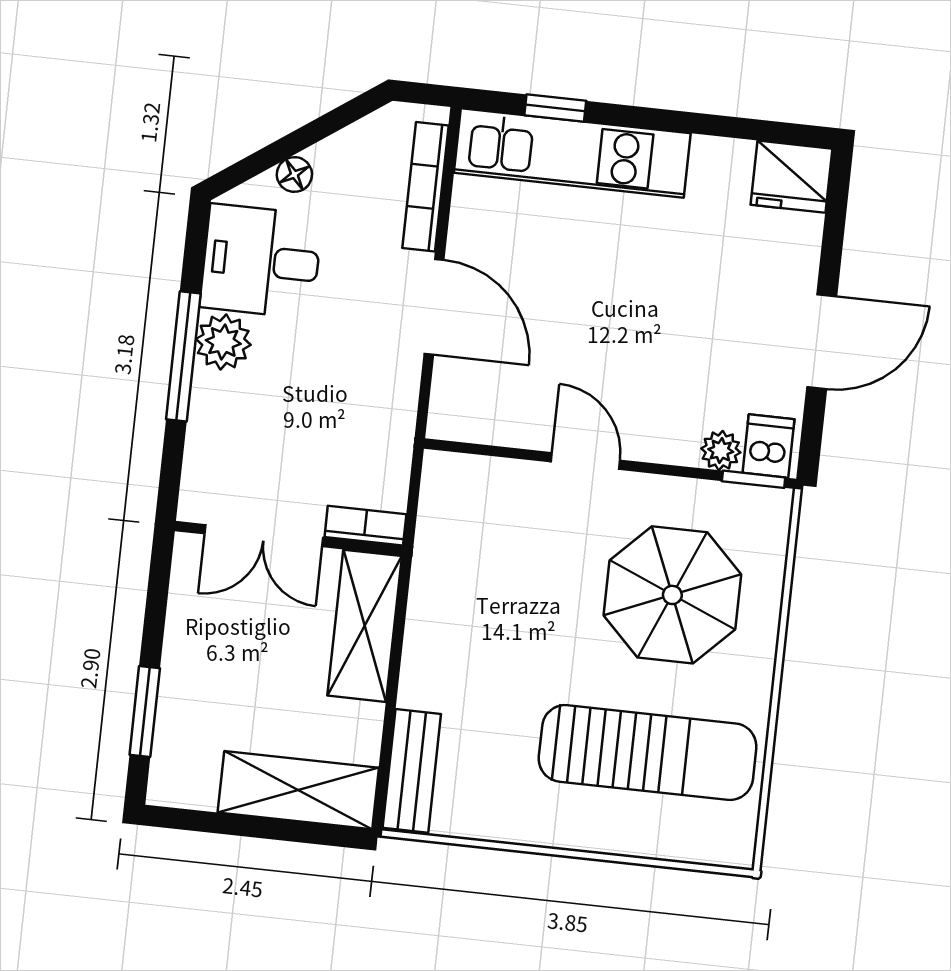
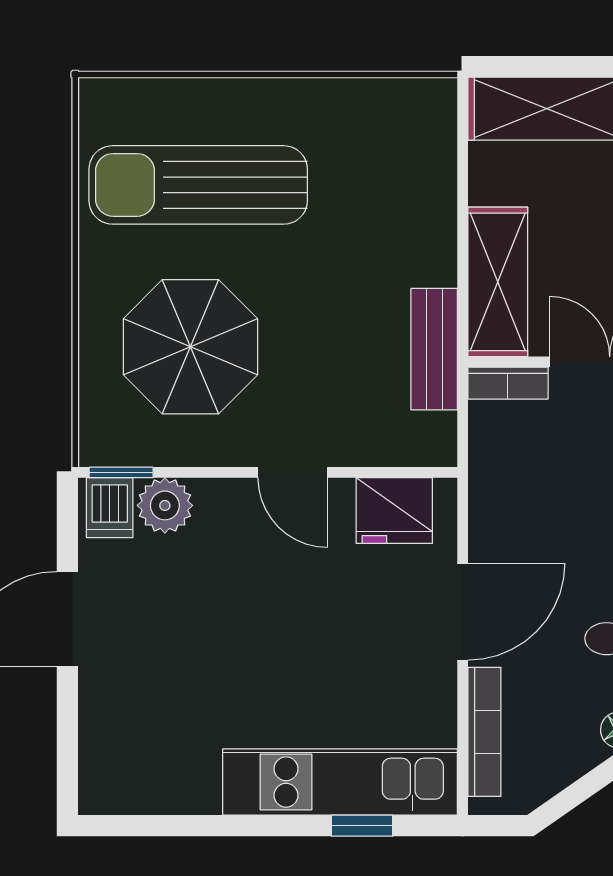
fridge: (791, 177) -> (394, 511), moved, turned 180
door: (434, 307) -> (463, 612), swing flipped
plant: (721, 451) -> (165, 505), width x1.38, depth x1.38
bench: (412, 771) -> (434, 349), moved

